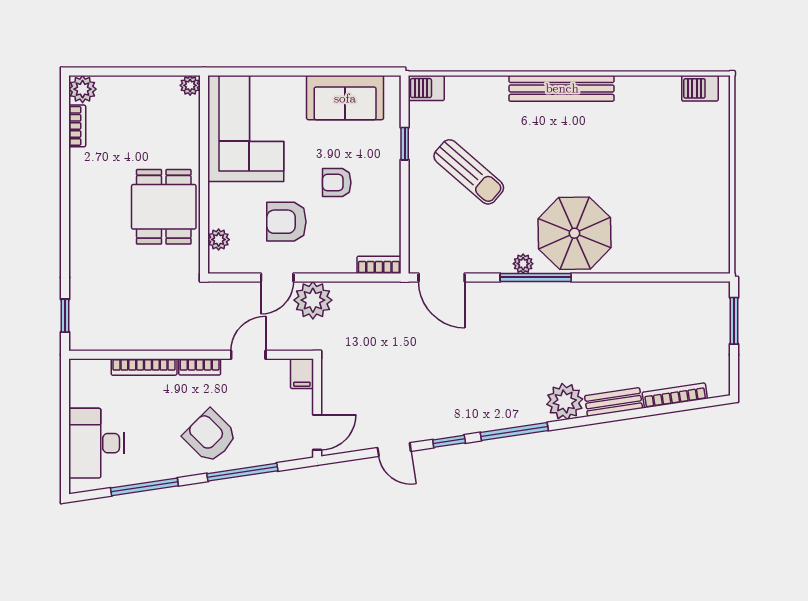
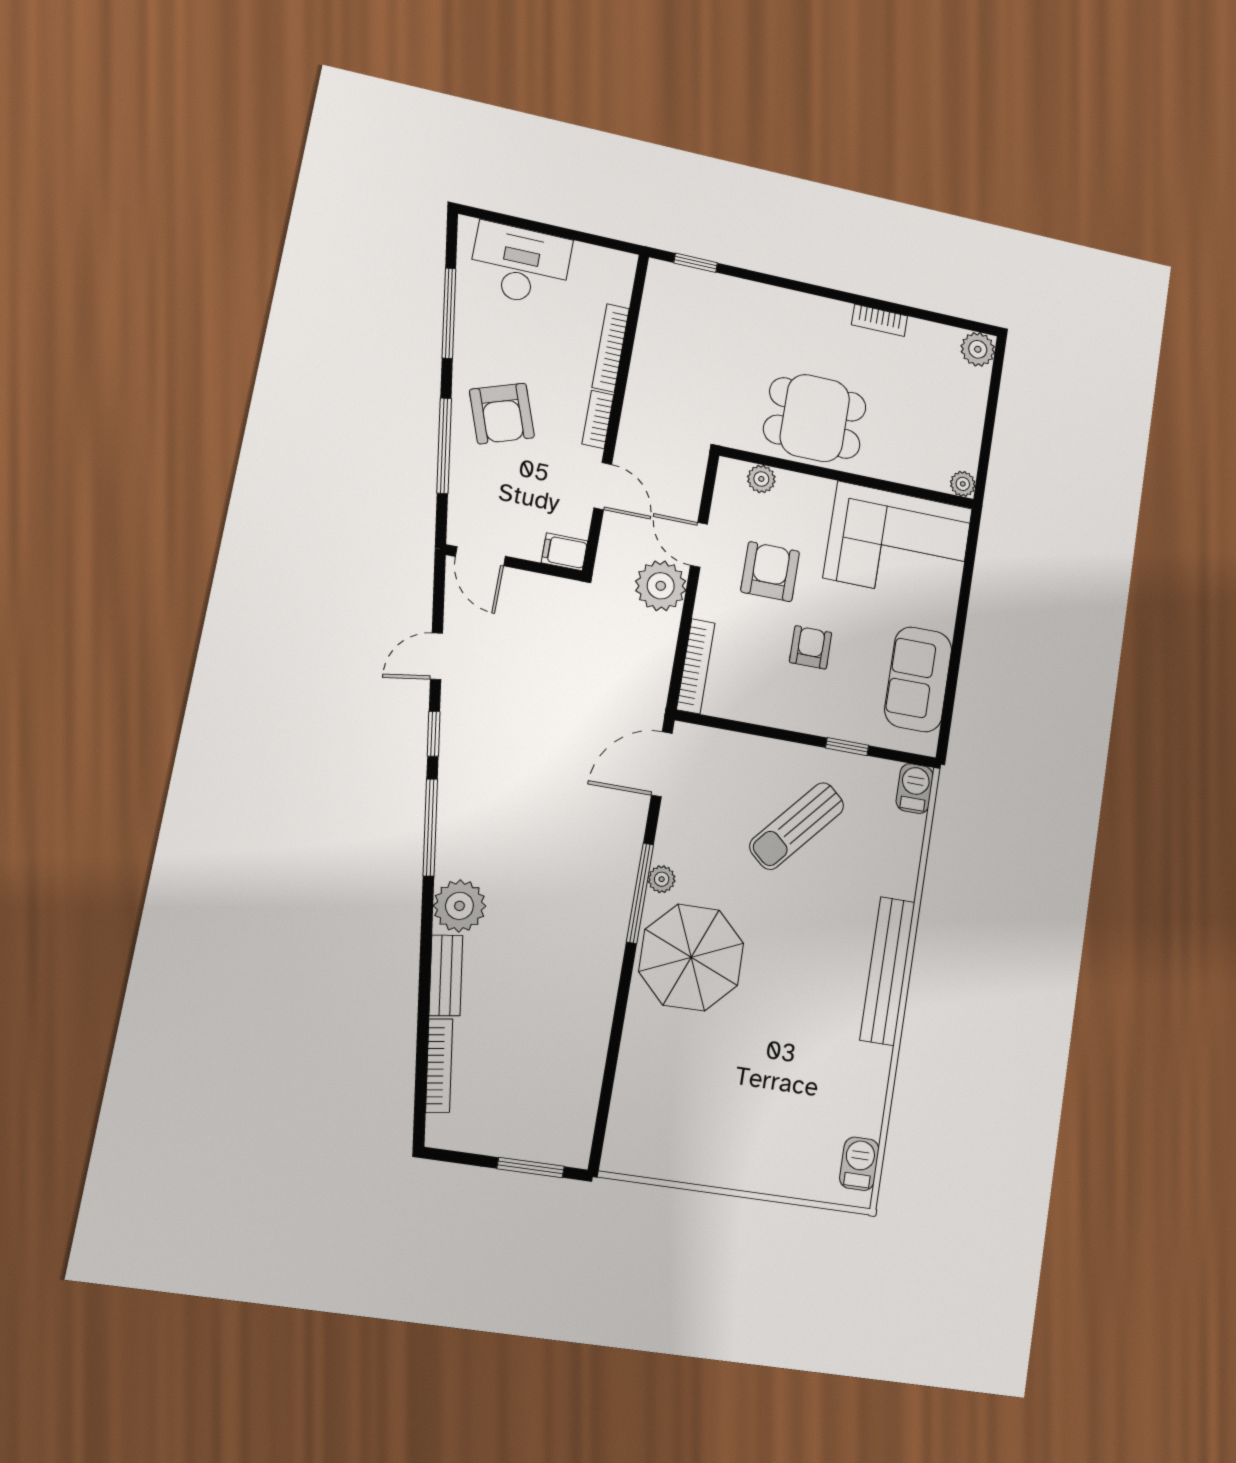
bookcase: (77, 126) -> (879, 320), moved
bookcase: (379, 265) -> (696, 666), width x1.56
armchair: (210, 436) -> (502, 414), turned 116

